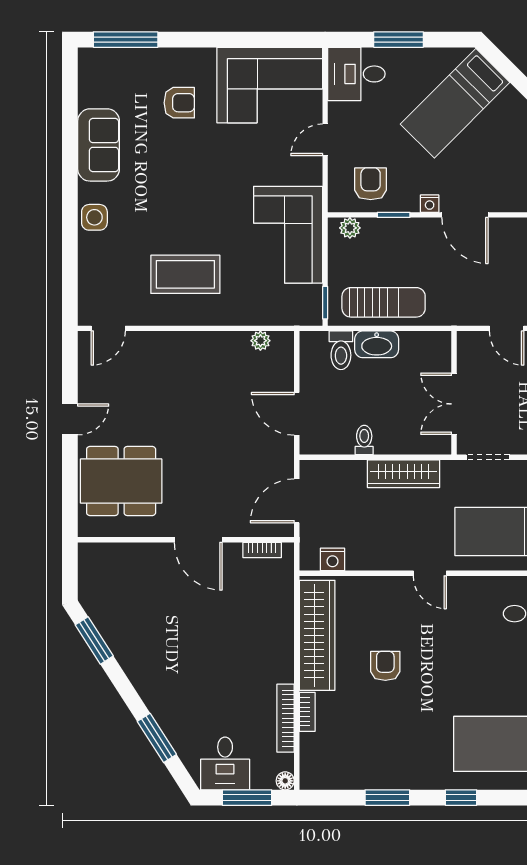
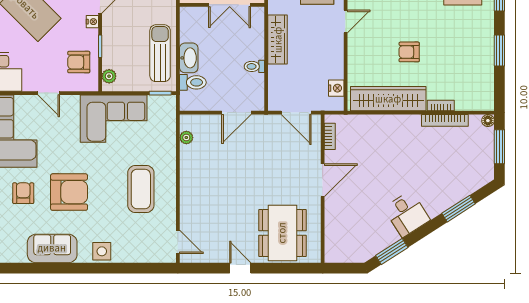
armchair: (181, 170) -> (69, 192), added
desk: (225, 763) -> (407, 214), moved, turned 57

